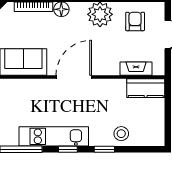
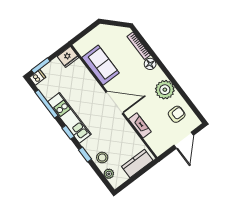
fireplace: (136, 69) -> (140, 125), moved
kitchen counter: (146, 88) -> (137, 163), moved, turned 90
plant: (143, 140) -> (109, 174), added

